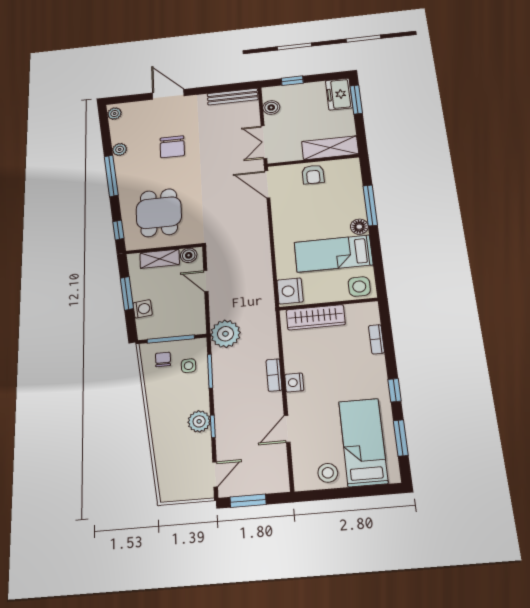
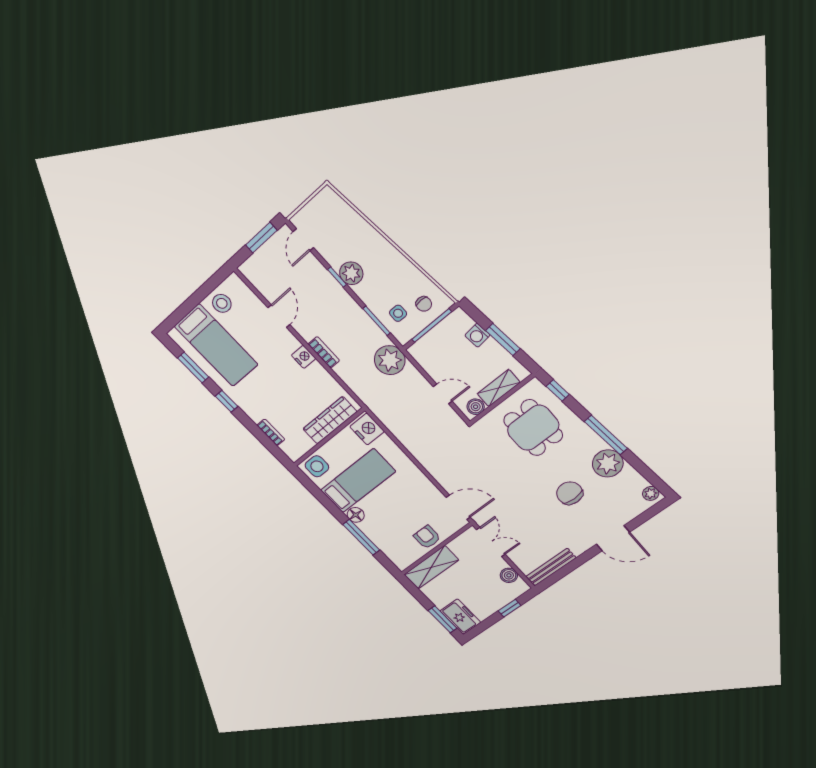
plant: (120, 149) -> (608, 463), width x1.88, depth x1.88

